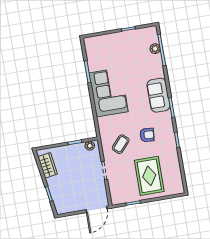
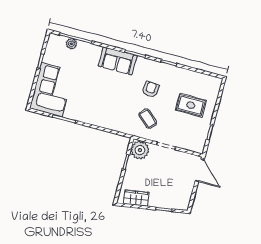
corner sofa: (109, 92) -> (52, 90), moved, turned 90
plant: (90, 146) -> (140, 150), width x1.88, depth x1.88
rug: (149, 176) -> (191, 105), width x0.73, depth x0.70

